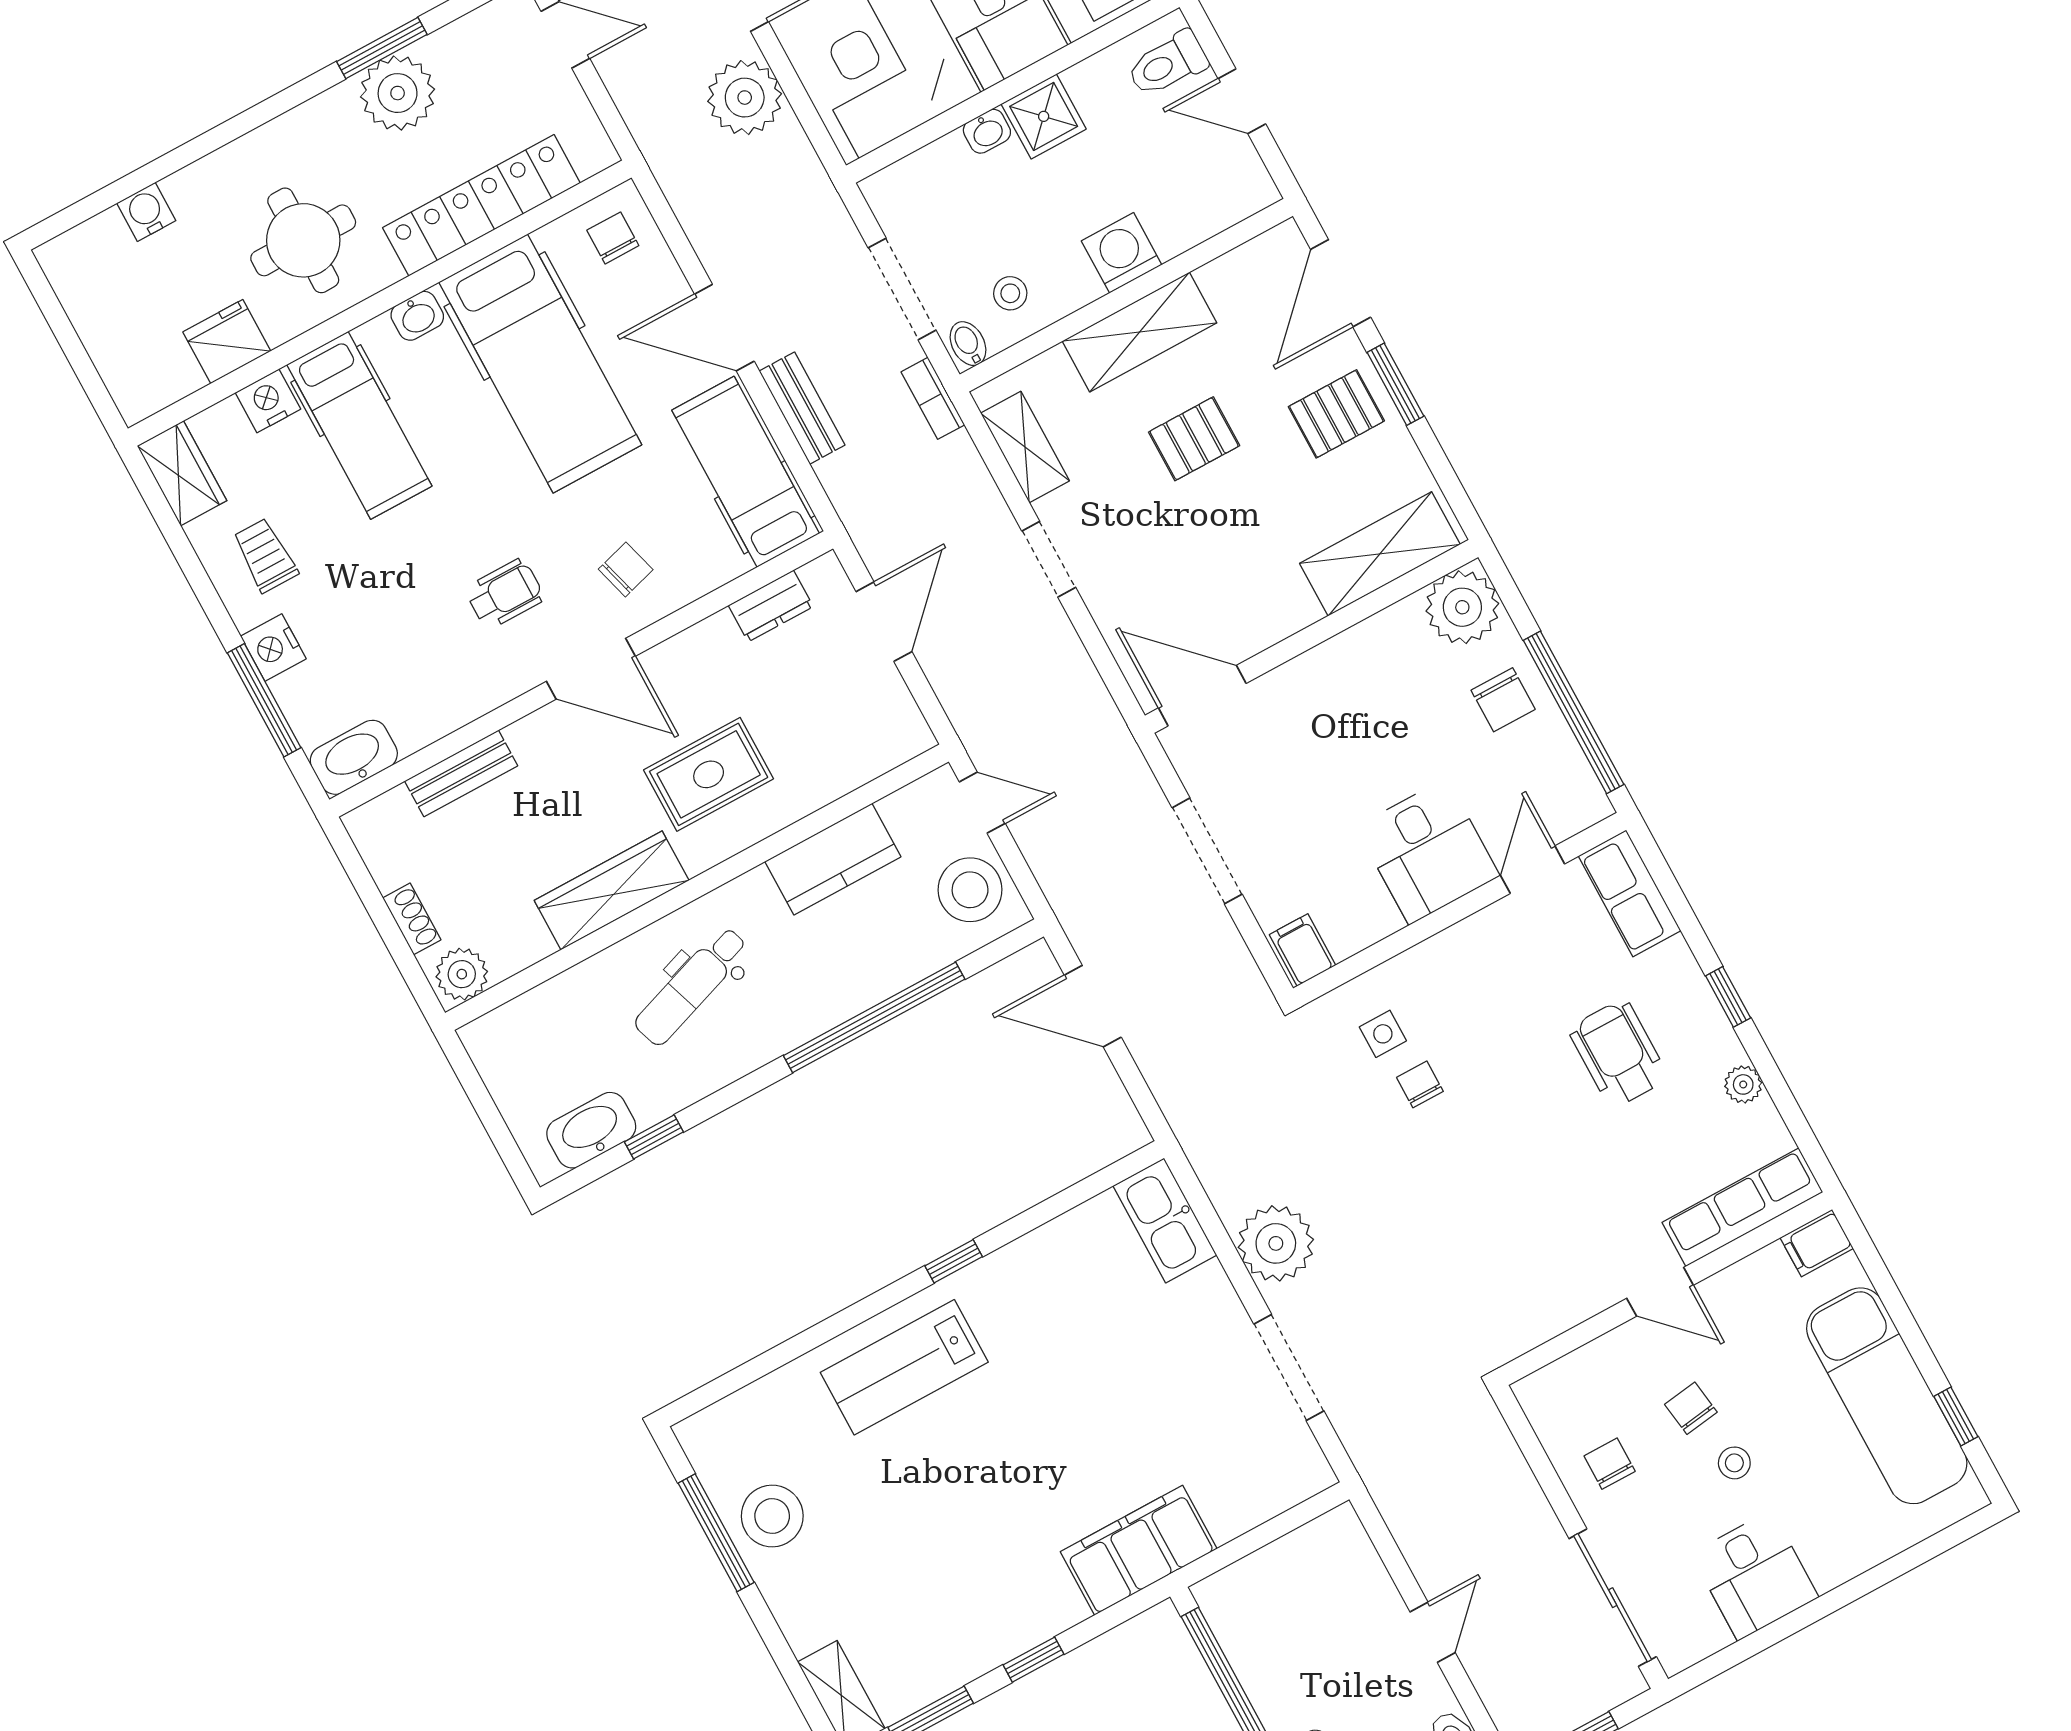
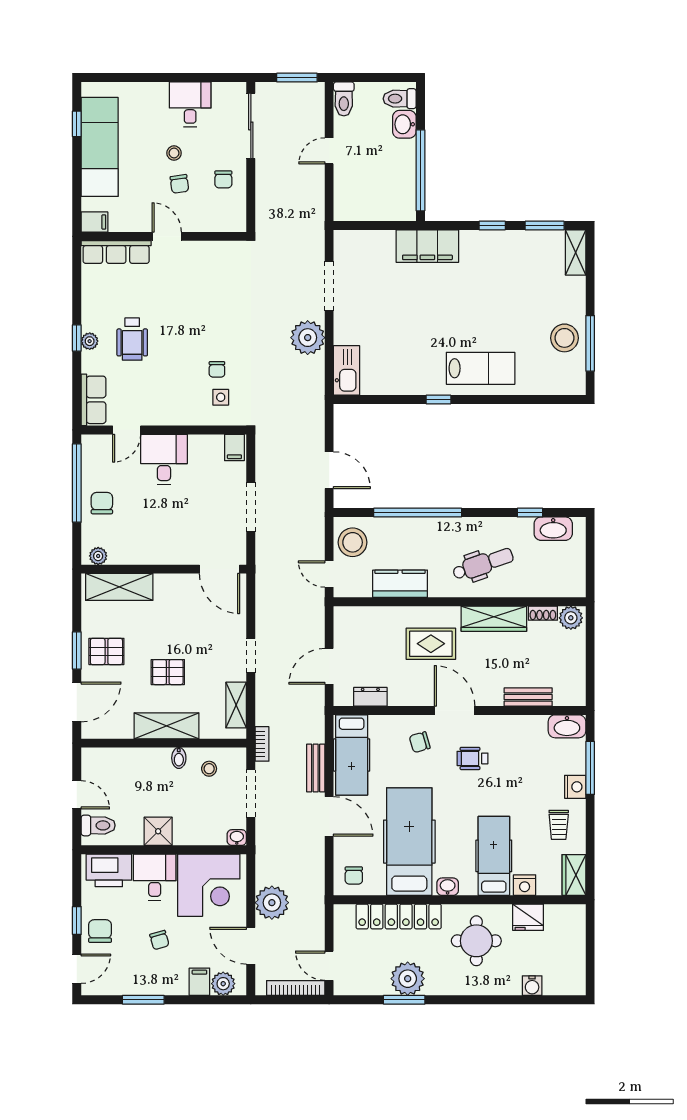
washbasin: (987, 131) -> (237, 838), moved
washing machine: (1122, 253) -> (157, 761), removed
bidet: (968, 344) -> (179, 758), moved
plant: (1462, 607) -> (98, 556), width x0.53, depth x0.53
shoe rack: (412, 919) -> (543, 613), moved, turned -90
plant: (1743, 1084) -> (90, 341), moved

